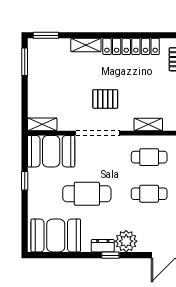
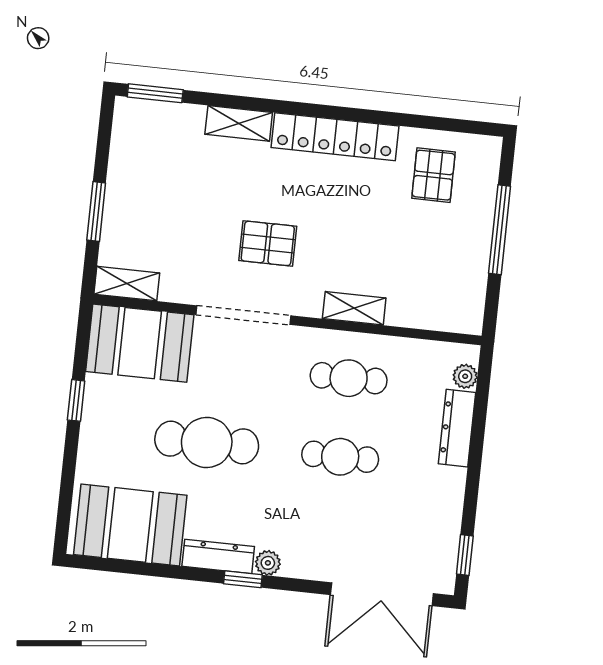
window: (25, 62) -> (96, 211), moved
plant: (126, 241) -> (268, 563), width x0.53, depth x0.53
dresser: (103, 246) -> (218, 556), width x1.44

